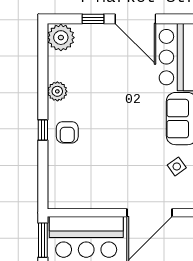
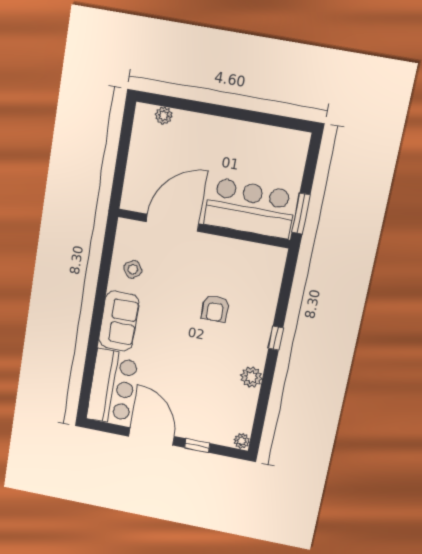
plant: (61, 38) -> (242, 441), width x0.53, depth x0.53
armchair: (67, 132) -> (215, 309), moved, turned 180

